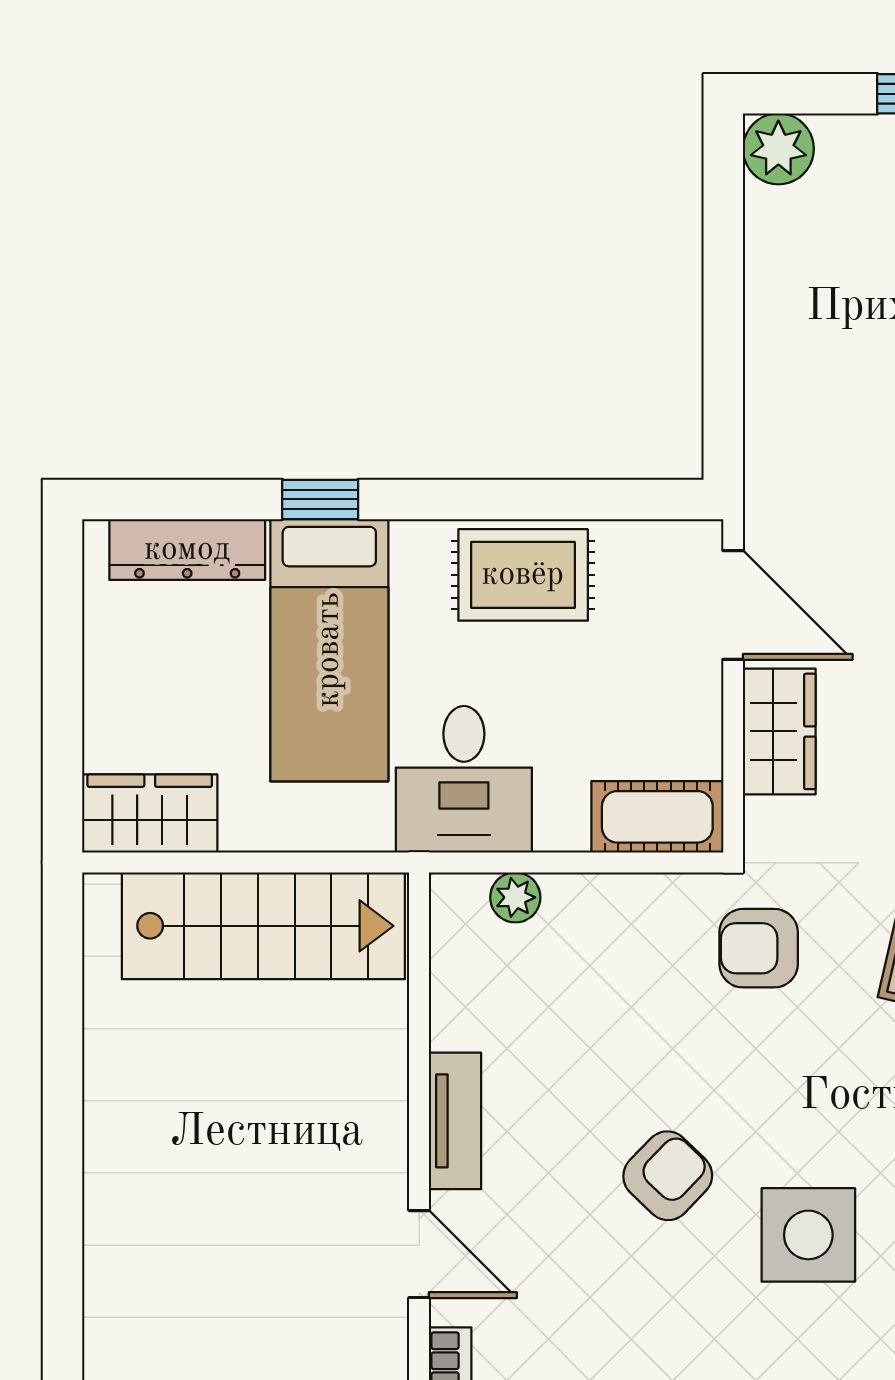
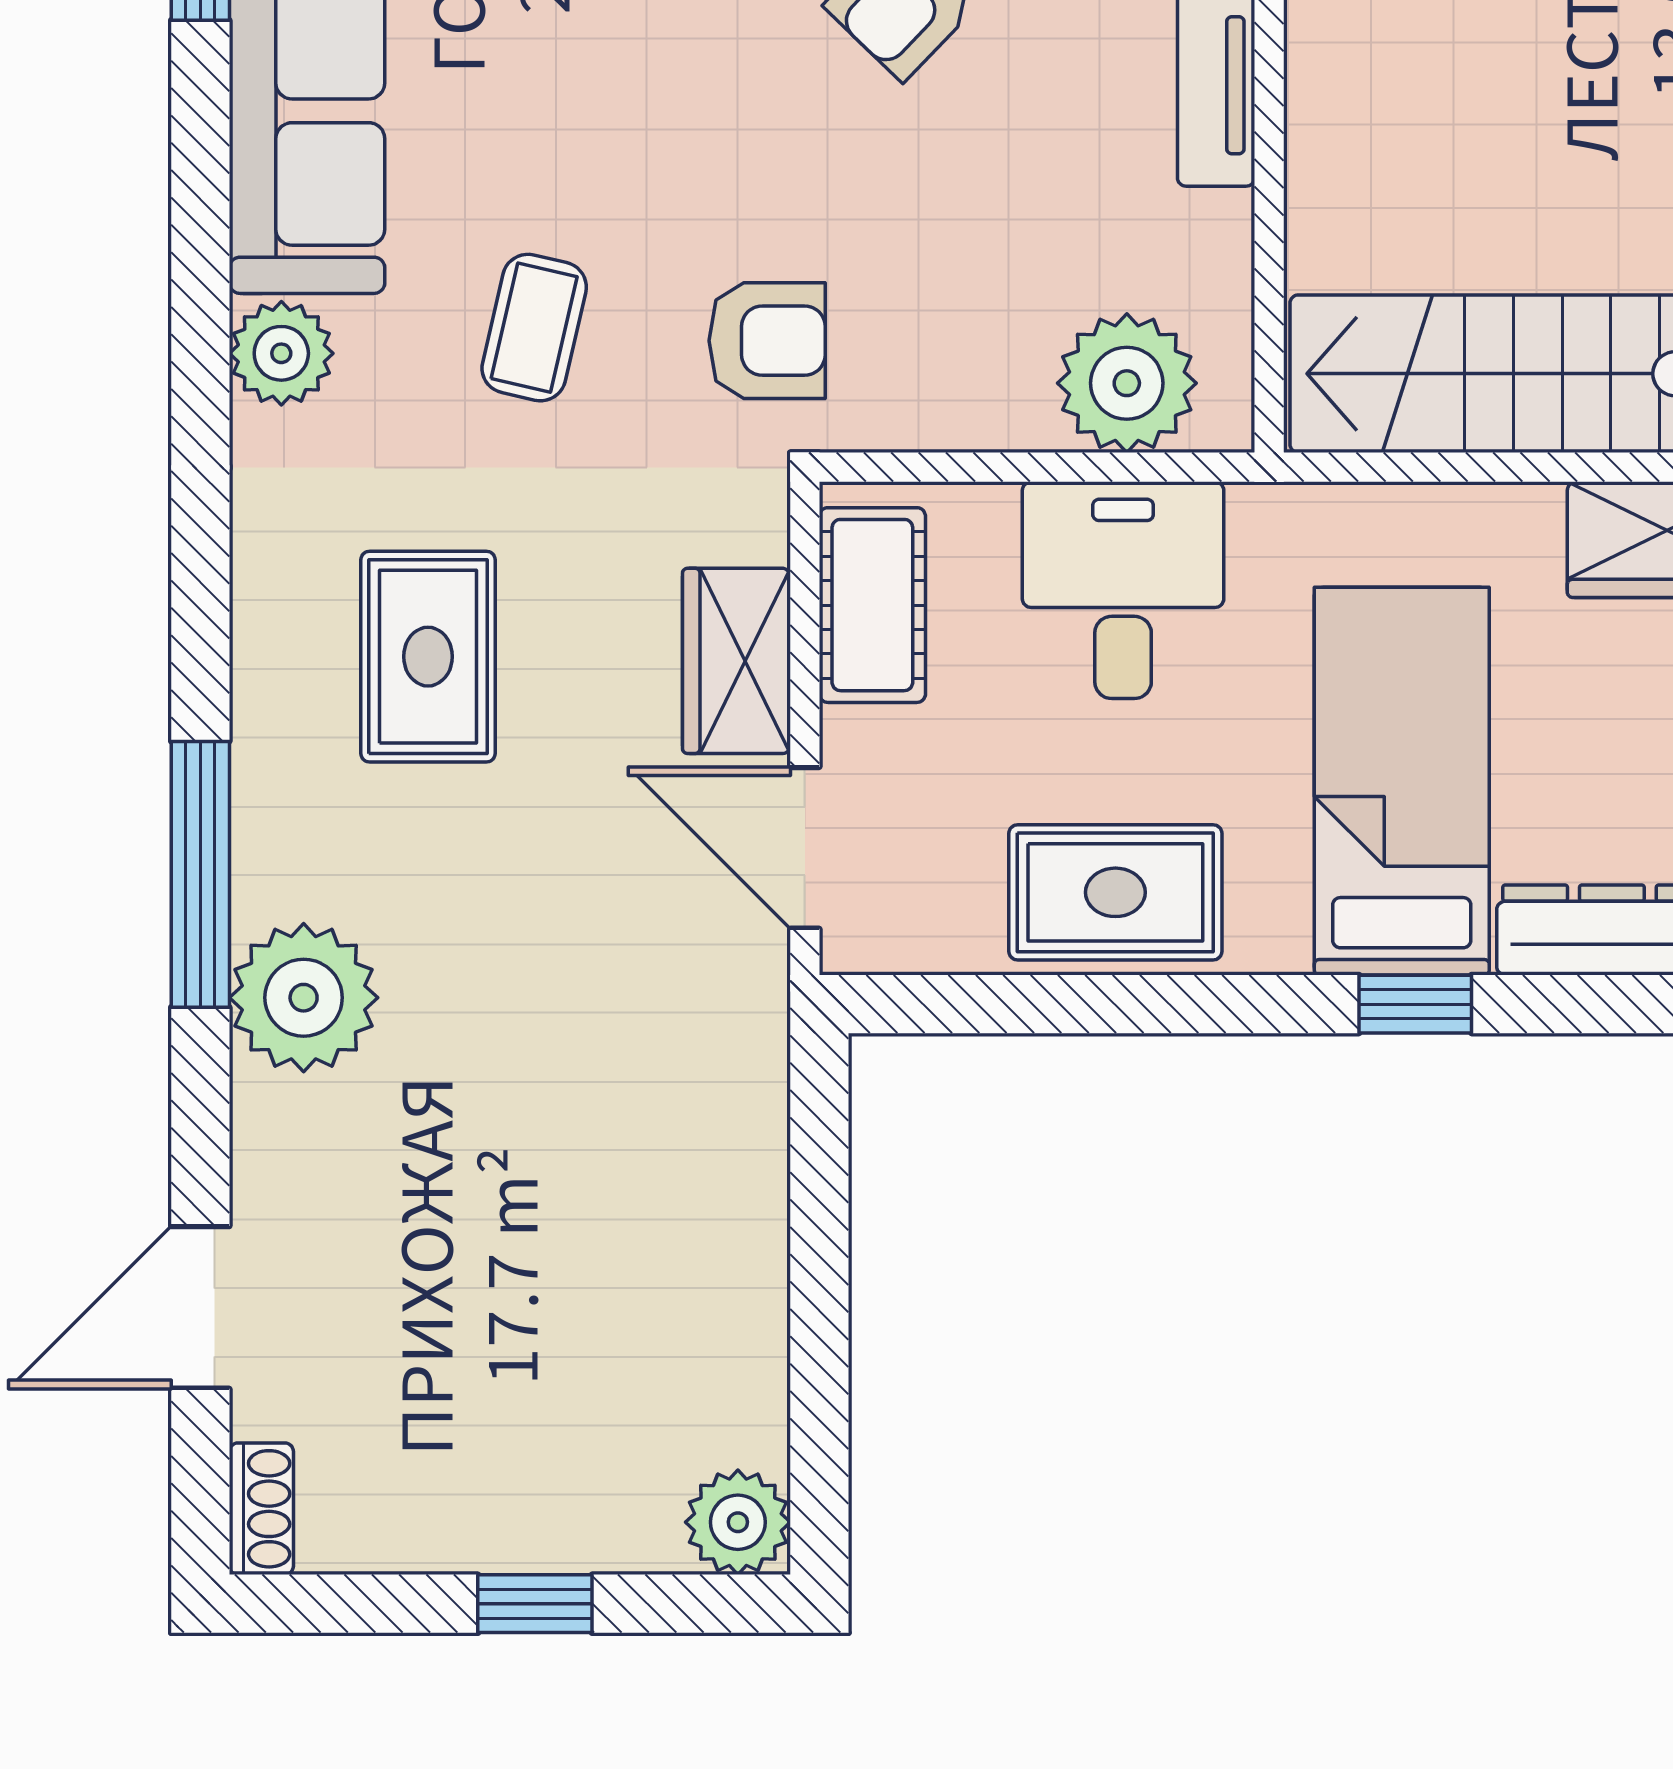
desk: (464, 779) -> (1123, 590), moved
cot: (657, 817) -> (872, 605), moved, turned 90
plant: (515, 897) -> (1127, 383), width x1.88, depth x1.88

